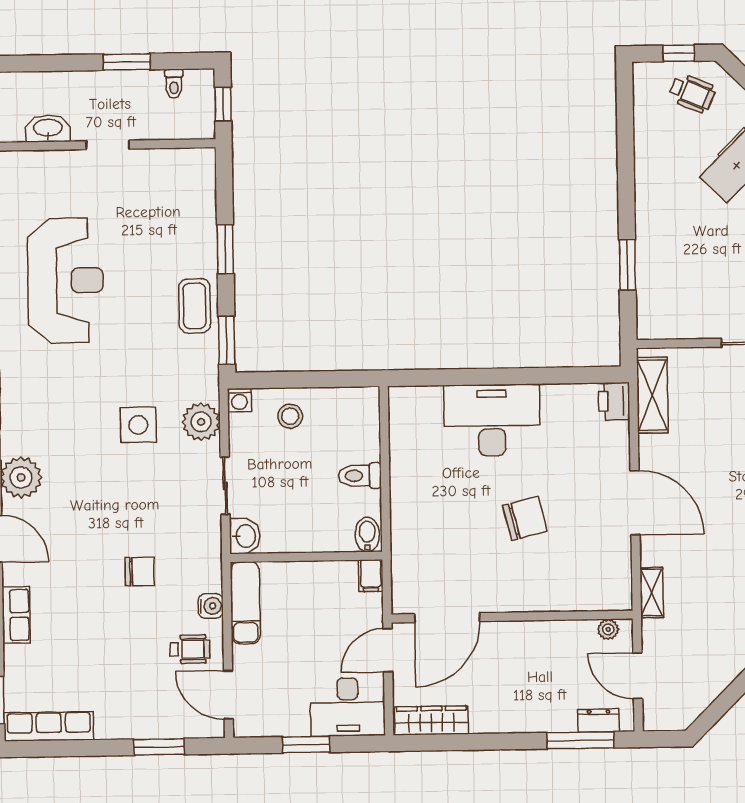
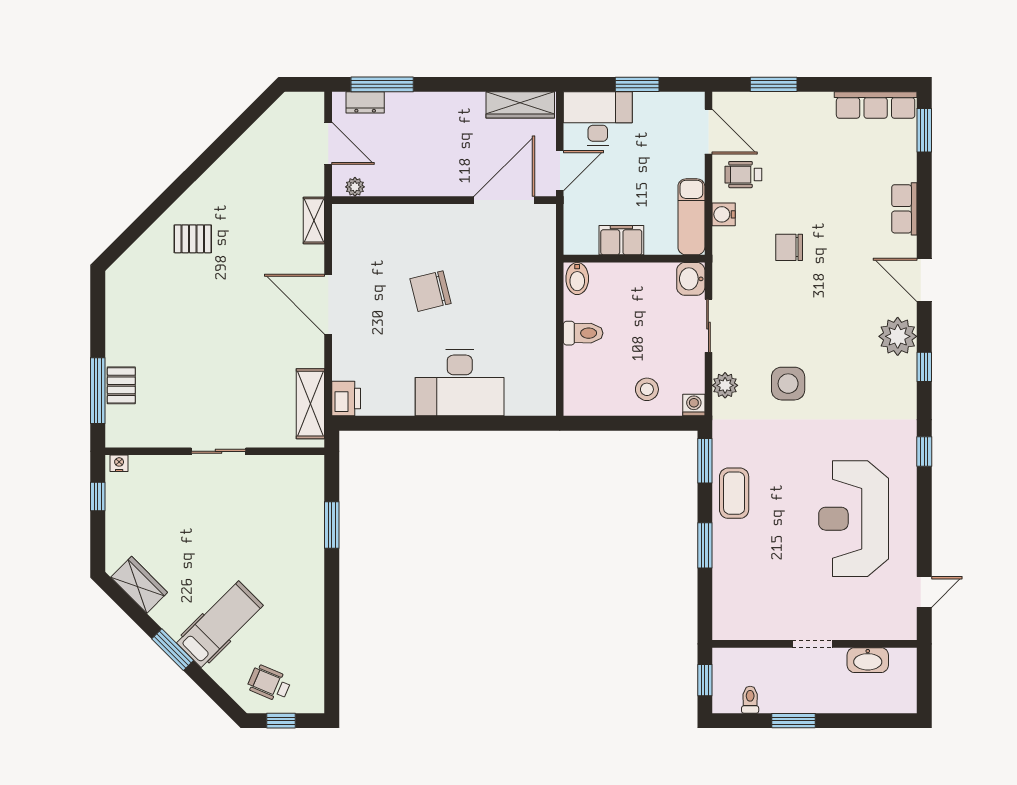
plant: (201, 422) -> (725, 385), width x0.73, depth x0.73
filing cabinet: (371, 576) -> (621, 240), moved, width x2.00

